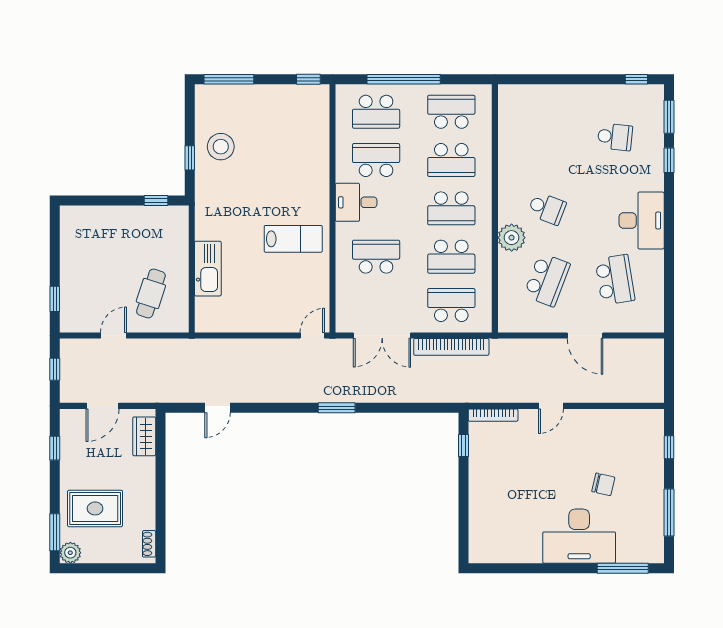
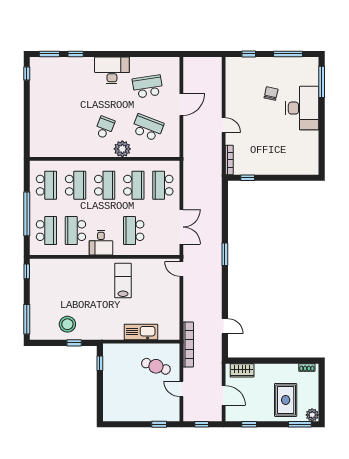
school desk: (451, 112) -> (46, 185), turned 180
school desk: (615, 137) -> (62, 87), removed
bookcase: (451, 347) -> (188, 345), moved

